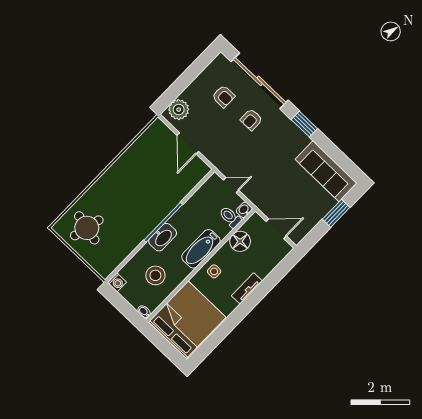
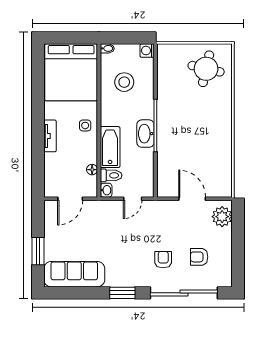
washbasin: (163, 237) -> (145, 134), moved
floor lamp: (240, 241) -> (92, 170), width x0.53, depth x0.53
bathtub: (201, 249) -> (110, 147), moved

